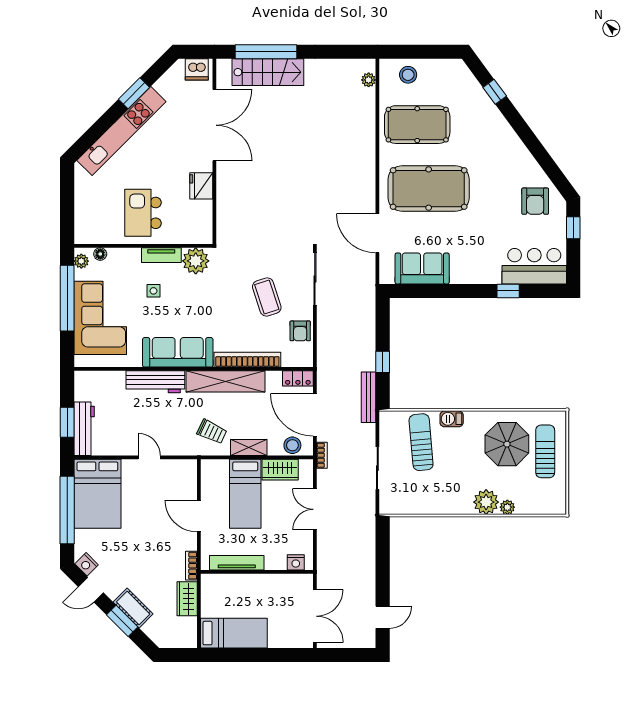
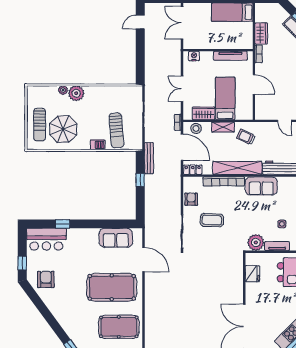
fridge: (201, 186) -> (252, 274), moved
coffee table: (267, 297) -> (212, 220), turned -70
sofa: (178, 352) -> (261, 186), width x0.73
double door: (315, 509) -> (182, 89), swing flipped

